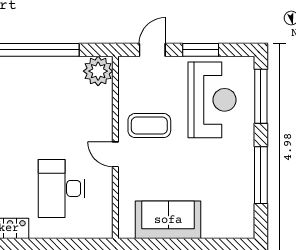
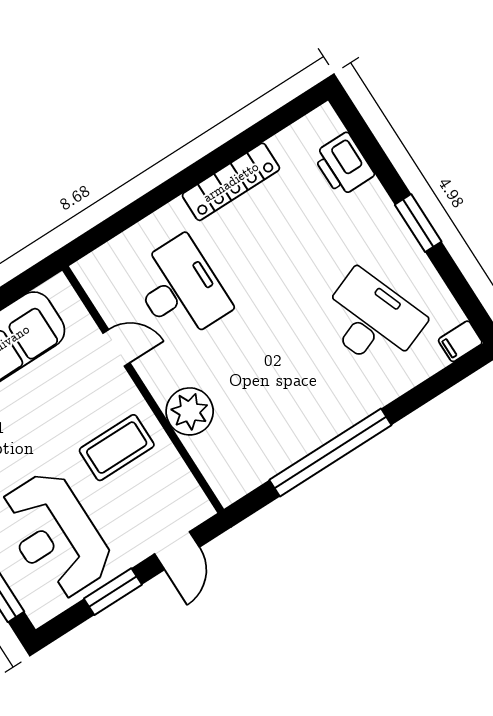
plant: (98, 71) -> (190, 411), moved
door: (115, 154) -> (116, 348), moved

